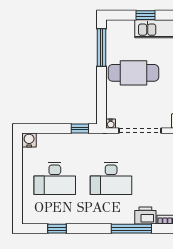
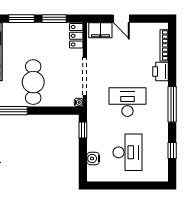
water cooler: (29, 140) -> (93, 158), moved
desk: (111, 179) -> (127, 102), turned -90
window: (131, 229) -> (172, 104), moved

